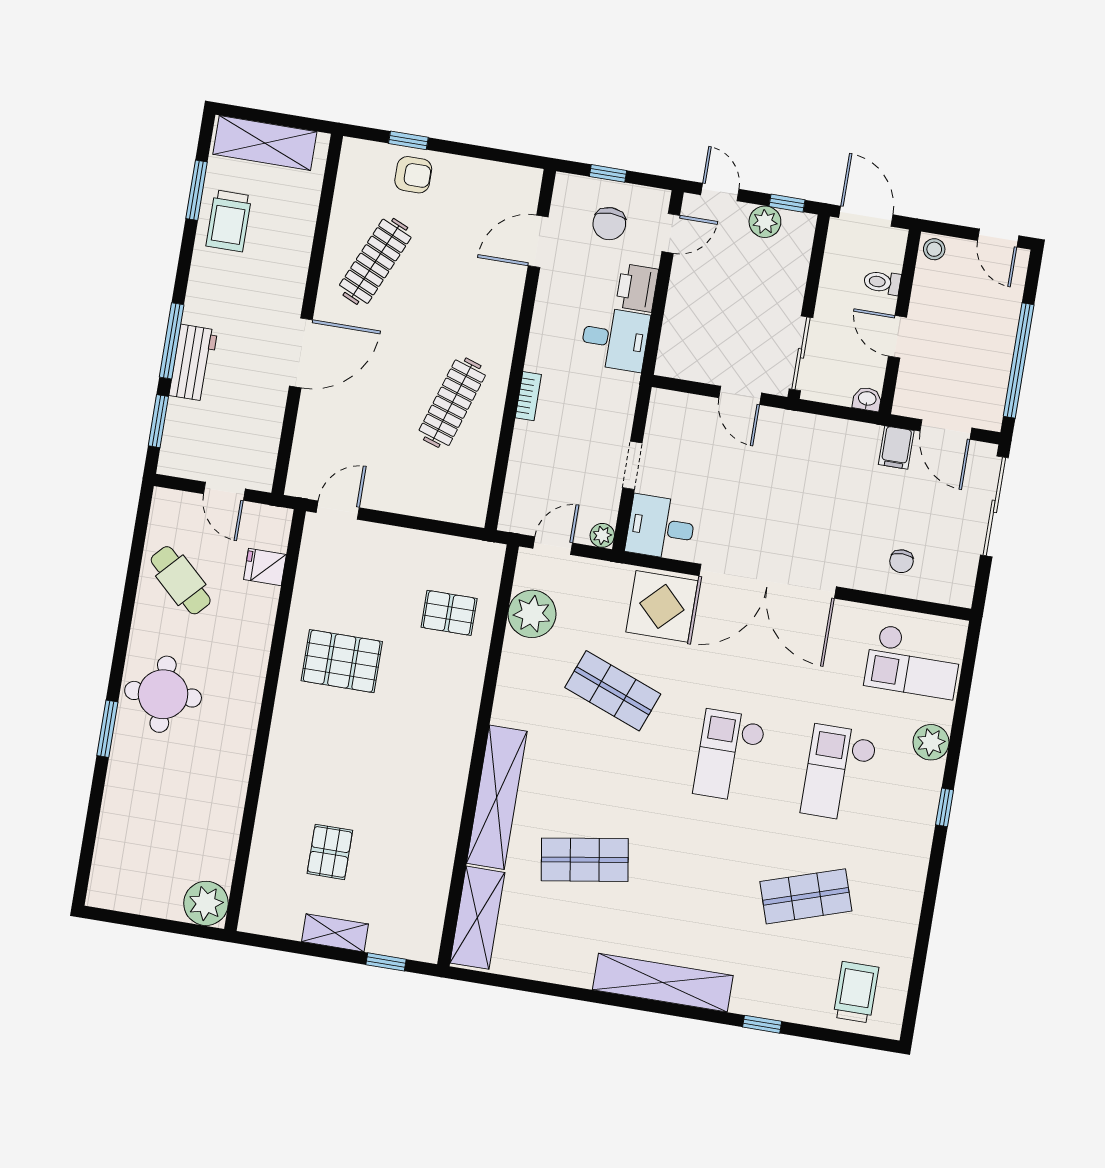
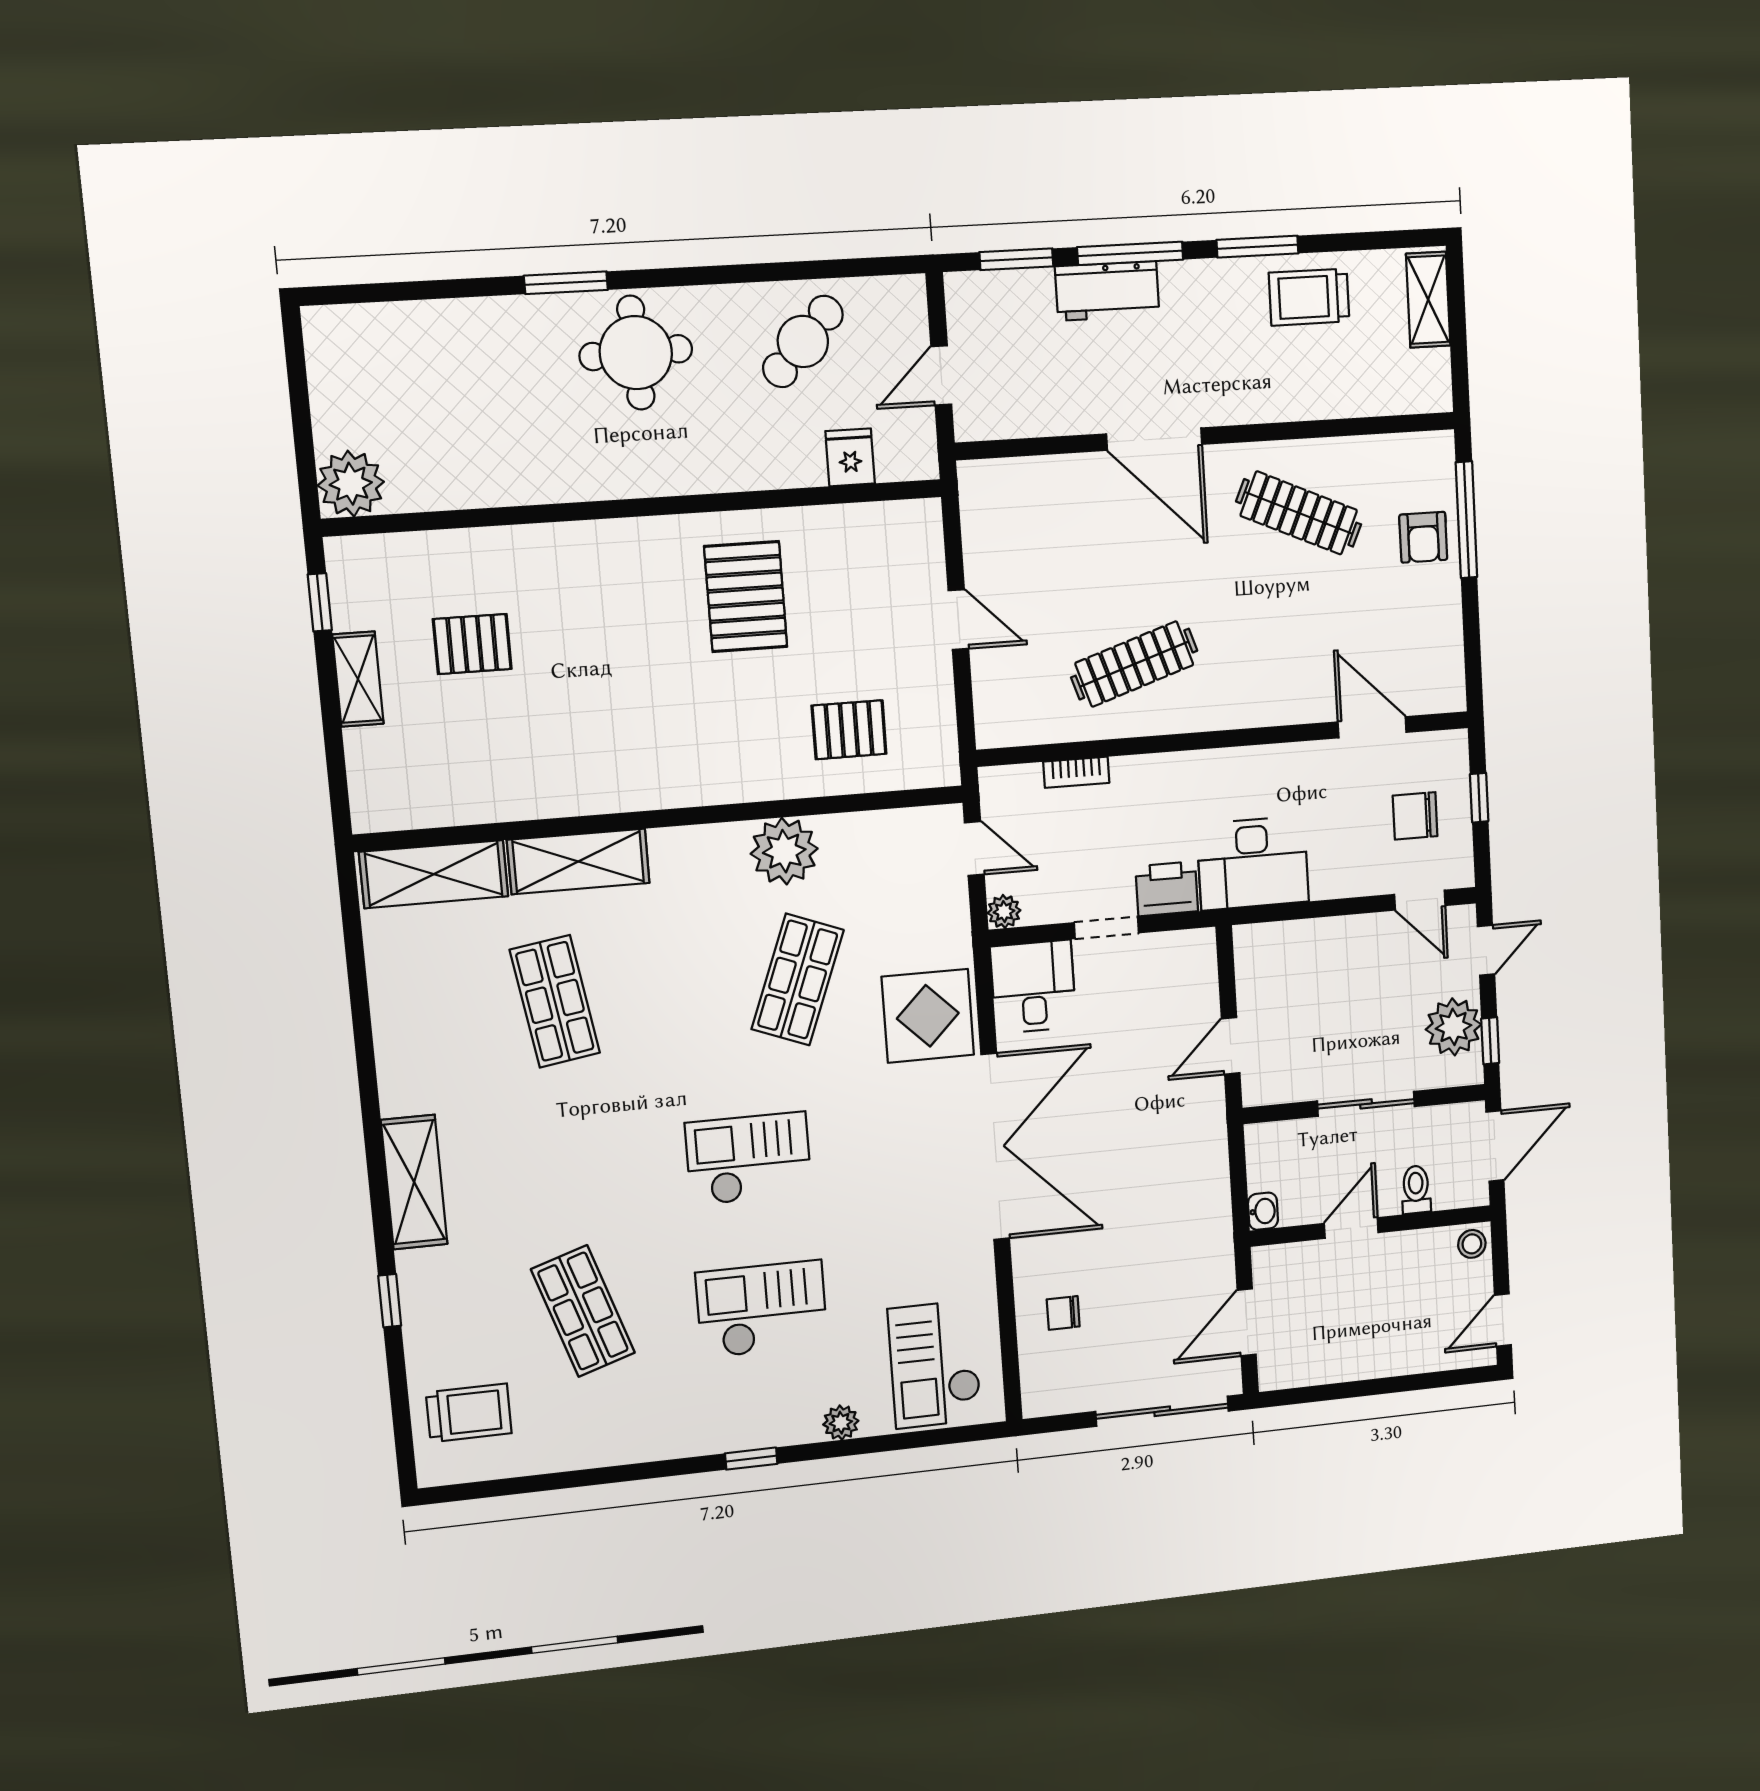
window: (408, 140) -> (1466, 520), width x2.17
shelving: (265, 143) -> (1428, 300), width x0.67, depth x0.75
window: (197, 190) -> (1257, 247), moved
plant: (765, 222) -> (1454, 1027), width x1.36, depth x1.36
printer: (637, 288) -> (1167, 889), moved
desk: (615, 339) -> (1253, 863), width x1.37
sliding door: (801, 353) -> (1366, 1104), moved
window: (1019, 360) -> (1355, 1389), removed
bookcase: (528, 396) -> (1076, 772), moved
clothes rail: (452, 403) -> (1134, 664), turned -36
filing cabinet: (896, 448) -> (1209, 1266), removed
door: (338, 510) -> (958, 620), moved
double door: (768, 581) -> (995, 1147), swing flipped
pallet: (449, 613) -> (849, 730), turned 90
plant: (532, 614) -> (784, 851), moved
plant: (931, 742) -> (841, 1423), width x0.73, depth x0.73
shelving: (497, 797) -> (578, 861), width x0.68
window: (386, 962) -> (320, 602), moved
shelving: (663, 983) -> (414, 1182), width x0.68

